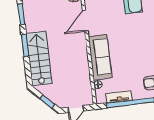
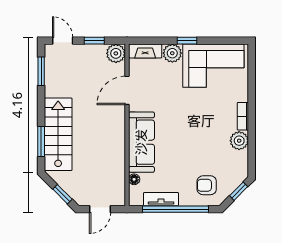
window: (25, 45) -> (41, 142), moved

